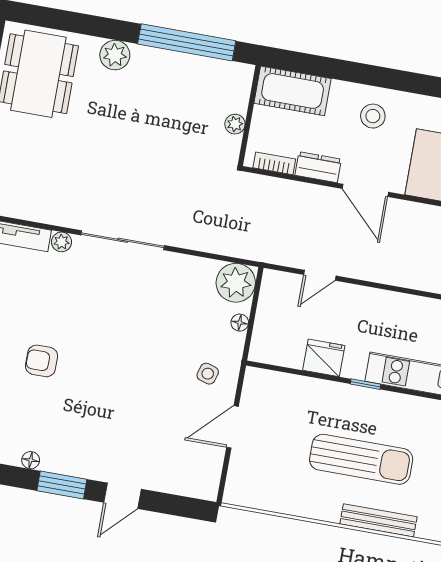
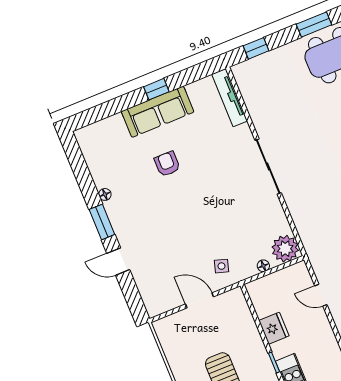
plant: (62, 242) -> (244, 131), removed

